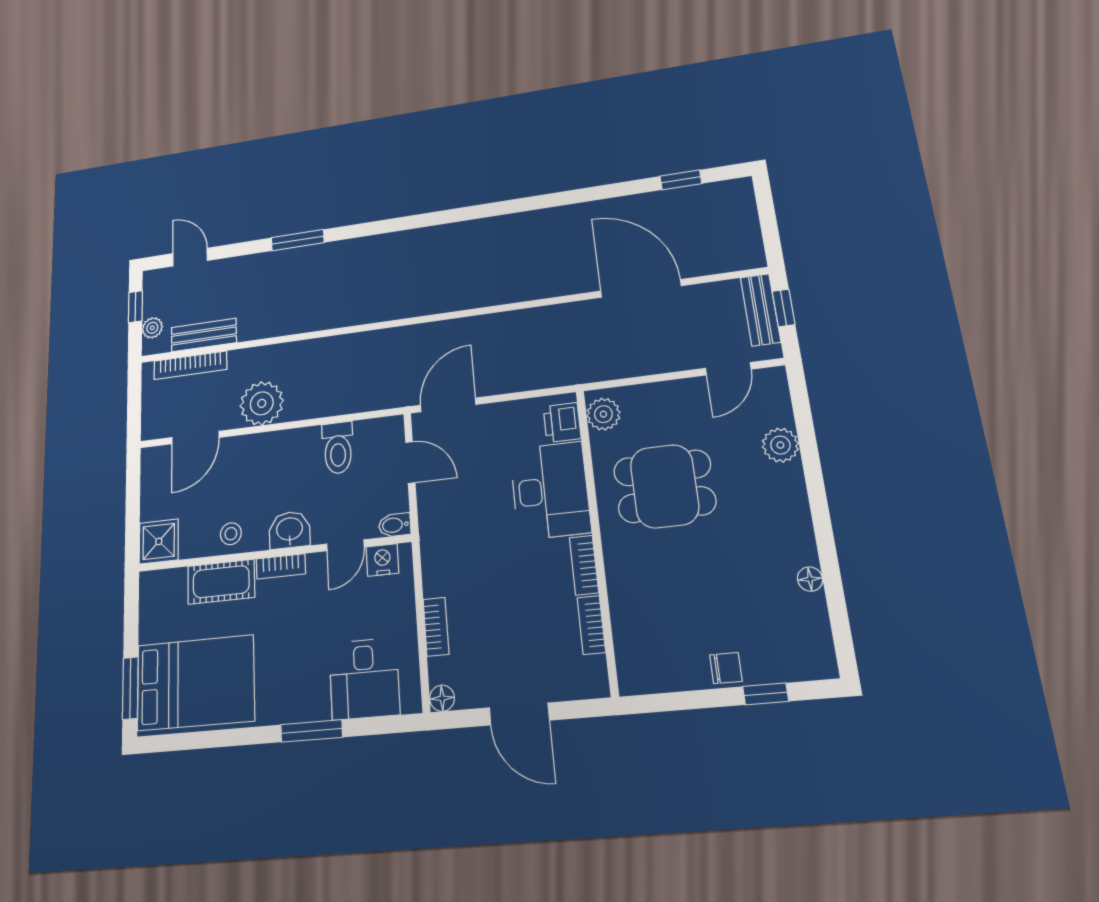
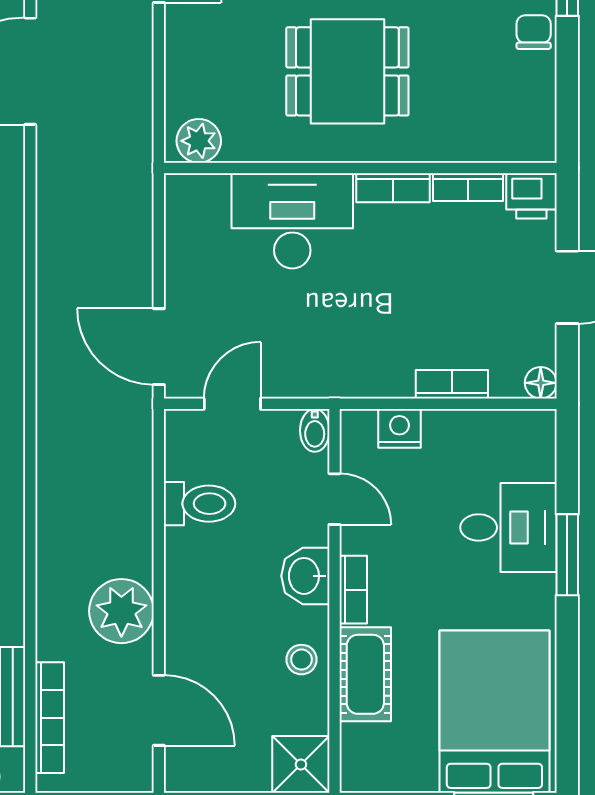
printer: (562, 423) -> (531, 196), moved
dining table: (665, 486) -> (347, 71), moved, turned 90
nightstand: (382, 560) -> (399, 428), moved, turned 90
desk: (364, 679) -> (508, 527), moved

